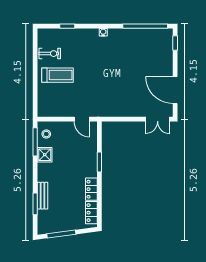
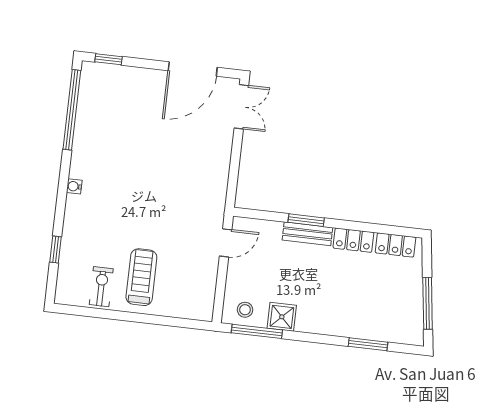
bench: (42, 196) -> (307, 234), moved

